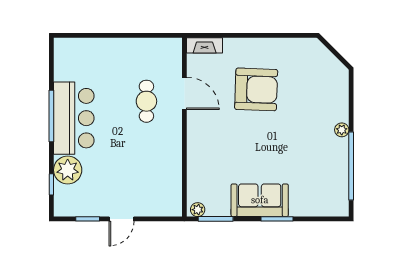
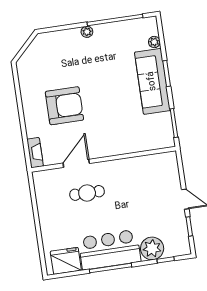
fridge: (68, 63) -> (66, 261), added
armchair: (256, 89) -> (64, 106), turned 88
sofa: (260, 200) -> (152, 81), width x1.36
plant: (198, 210) -> (154, 42), moved

